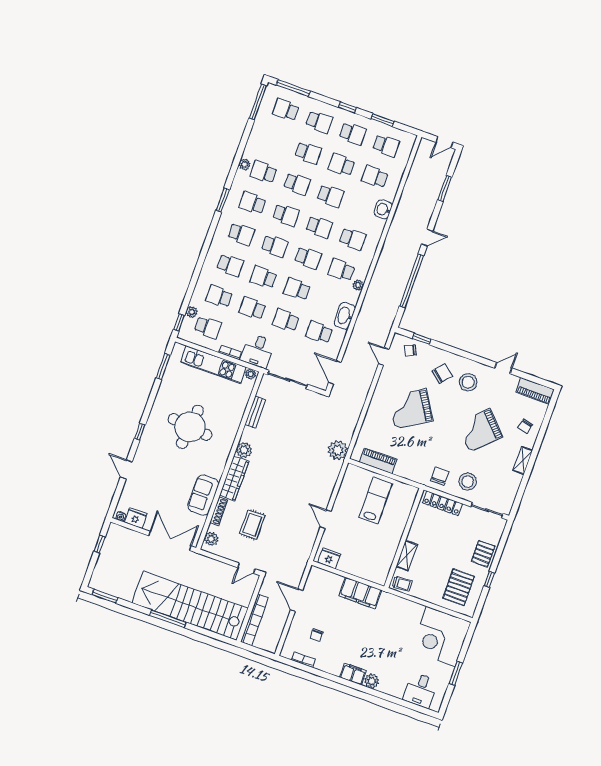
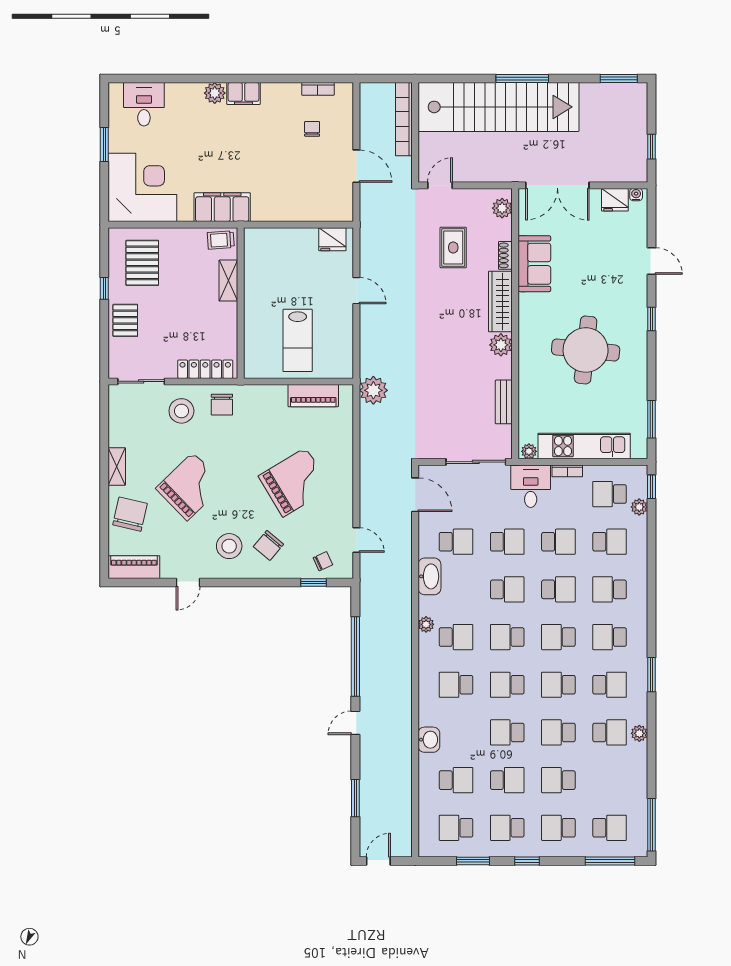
chair: (525, 426) -> (130, 514), width x1.87, depth x1.87
shoe rack: (219, 511) -> (505, 255), width x0.70
filing cabinet: (360, 593) -> (222, 207), moved

